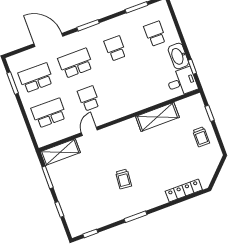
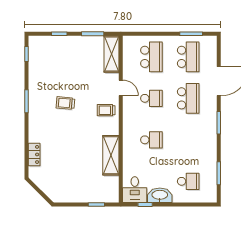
school desk: (115, 48) -> (151, 140), moved
trolley: (201, 137) -> (106, 110), moved
locker: (184, 191) -> (34, 154), width x0.66

